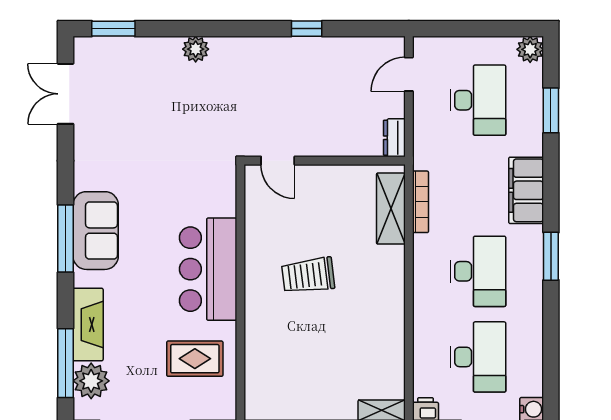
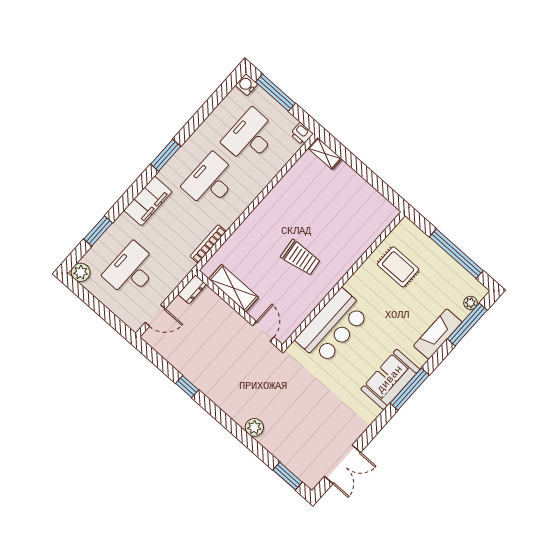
shelving: (391, 209) -> (234, 288), moved, turned 90
bar counter: (208, 269) -> (333, 326), moved
plant: (91, 381) -> (471, 303), width x0.53, depth x0.53

